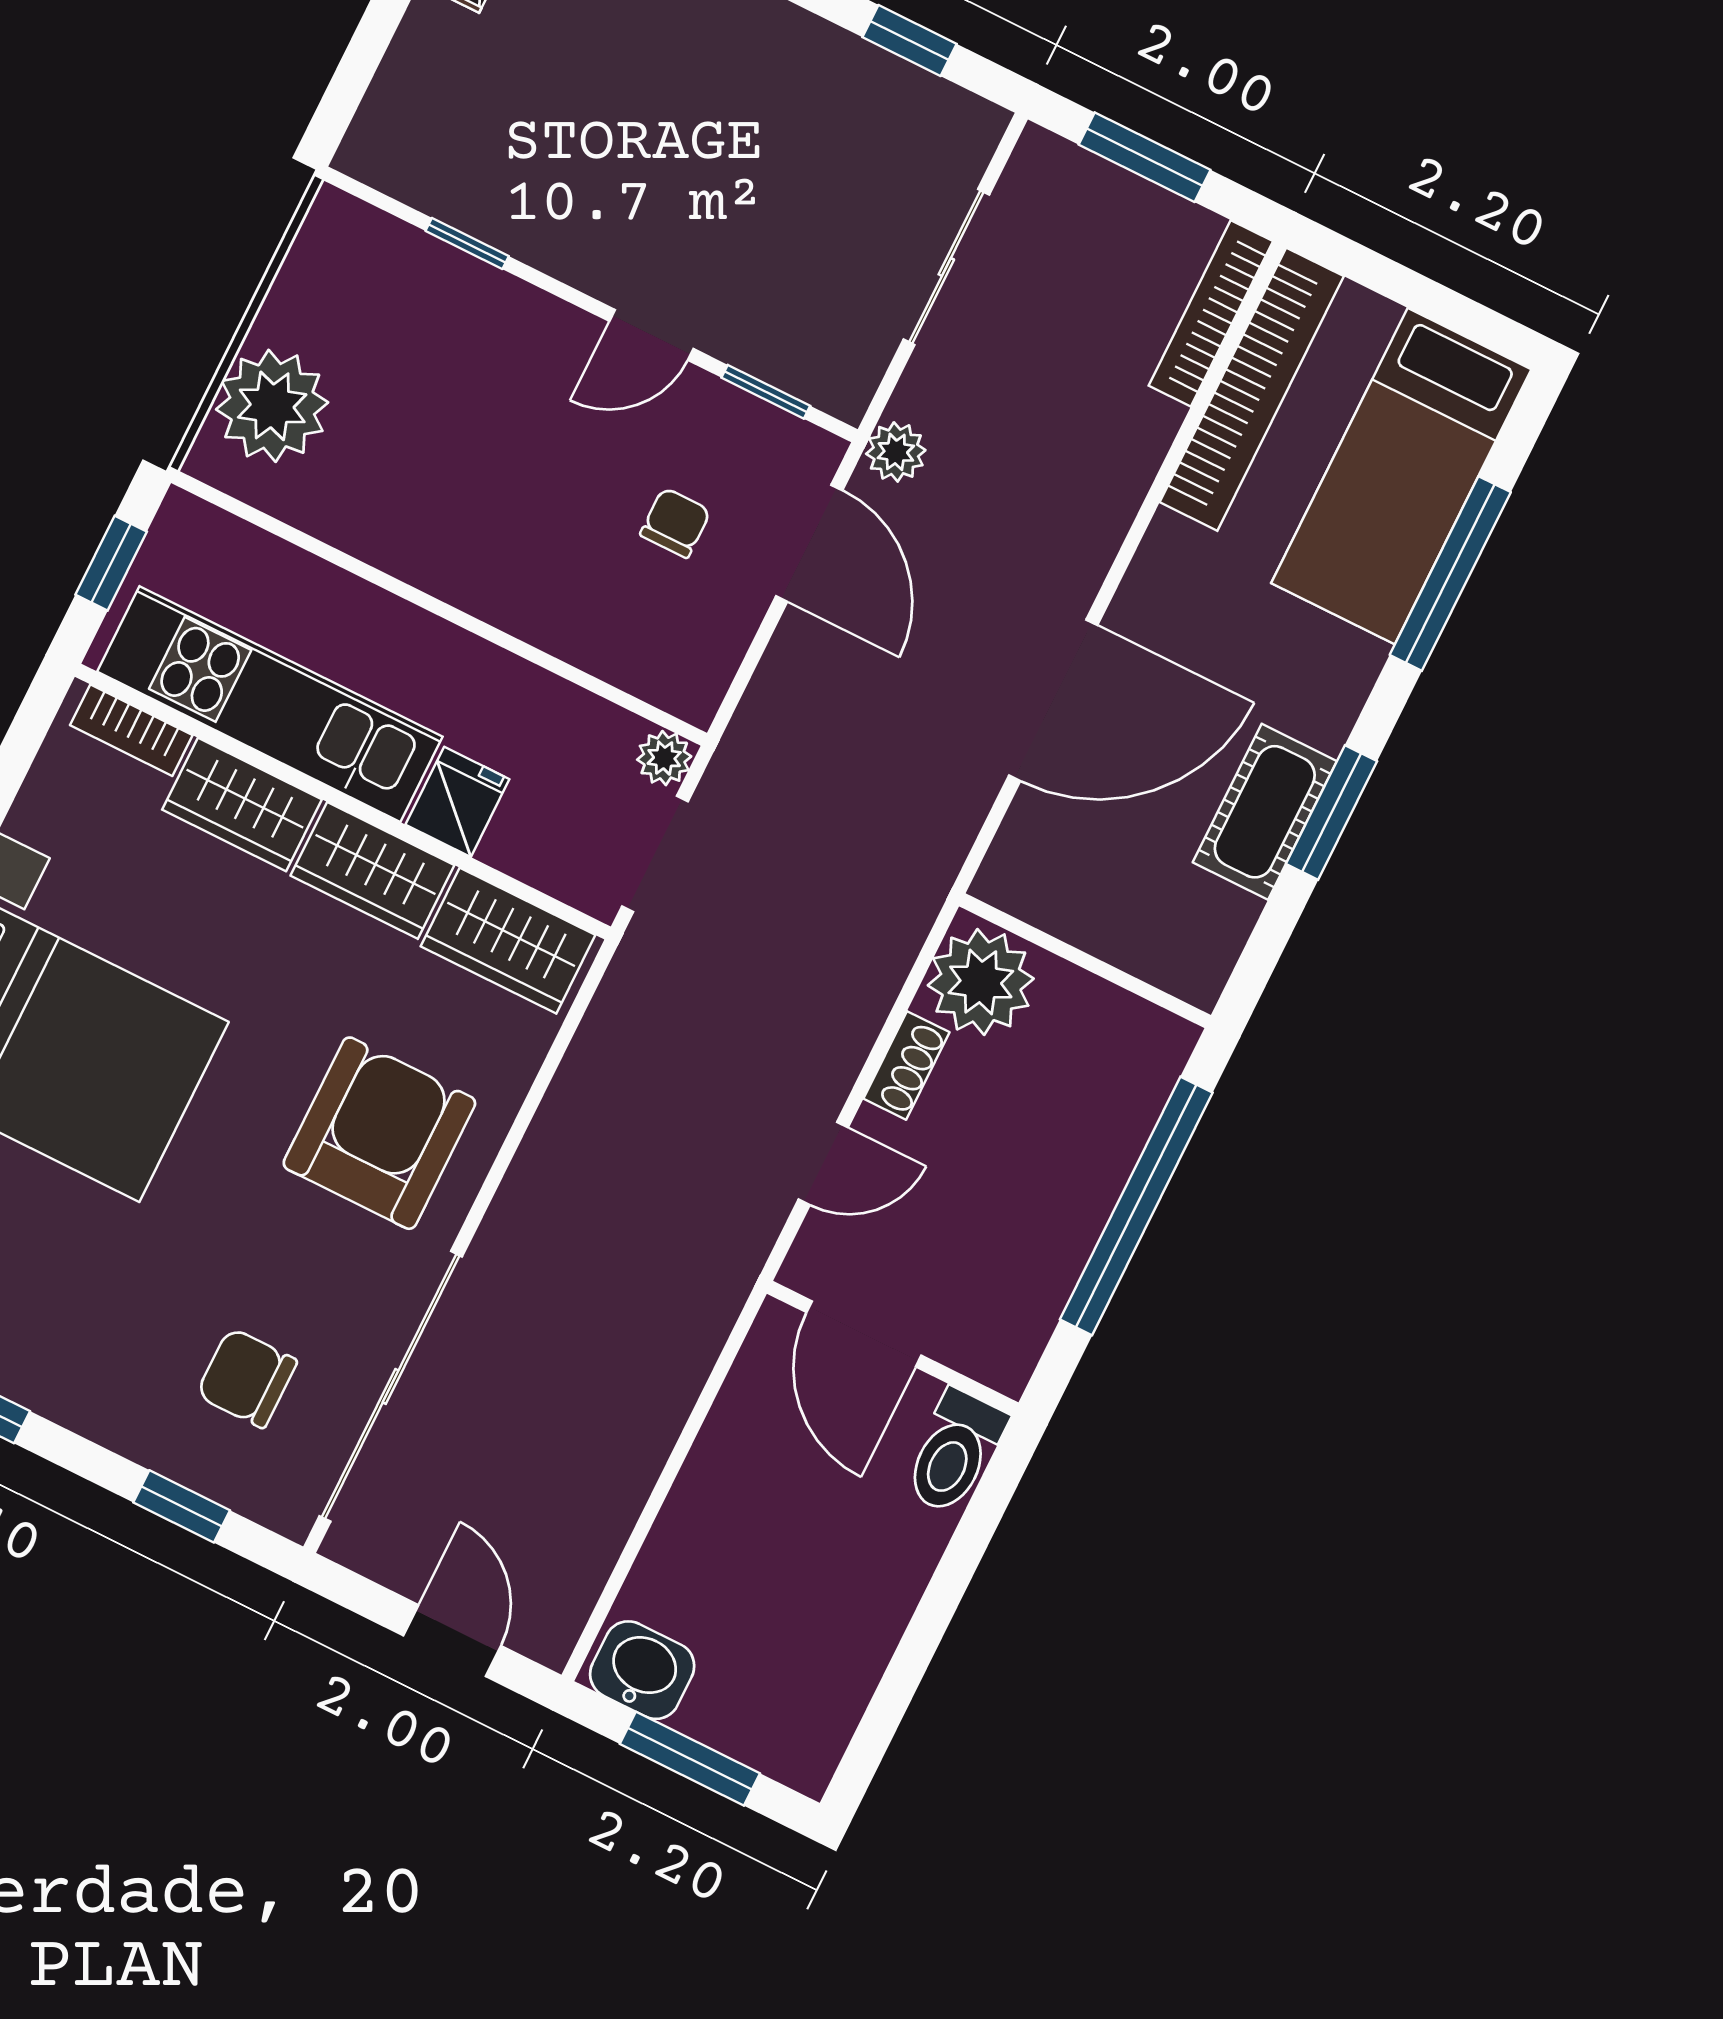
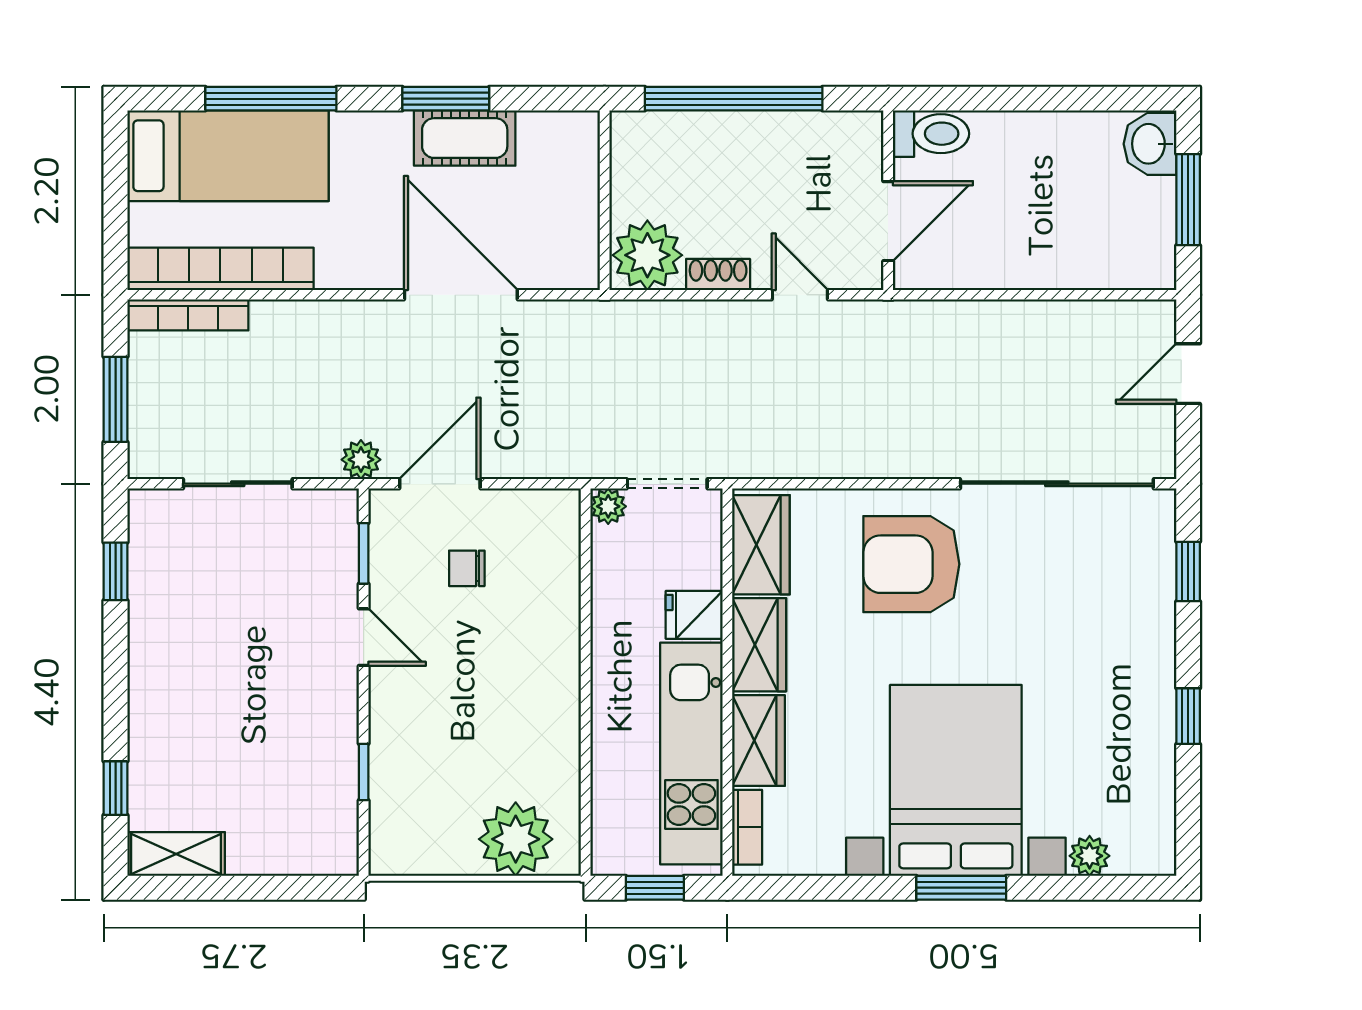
chair: (247, 1378) -> (1094, 571), removed
washbasin: (642, 1670) -> (1150, 144), moved

